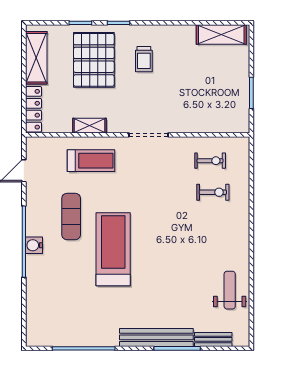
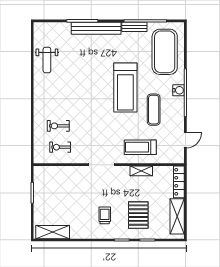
pallet: (94, 60) -> (138, 215), width x0.73, depth x0.71
exercise mat: (55, 302) -> (165, 52), added
bench: (213, 339) -> (134, 27), moved

